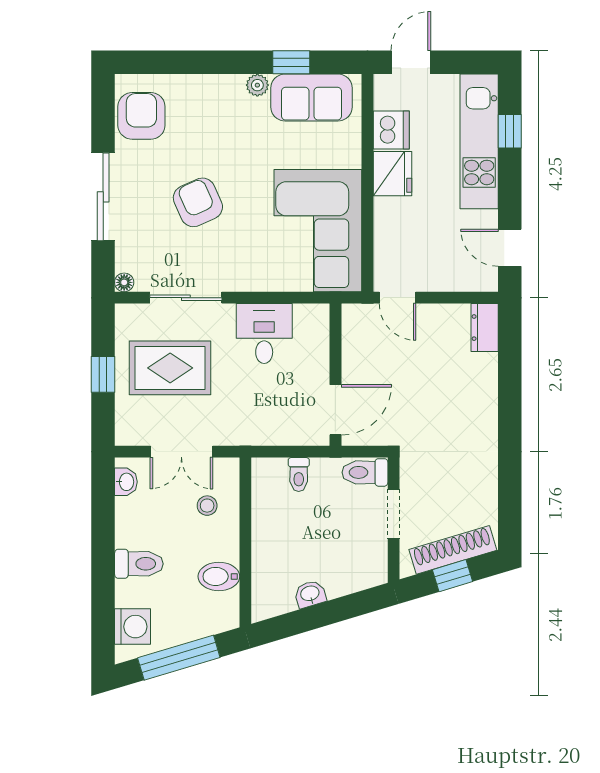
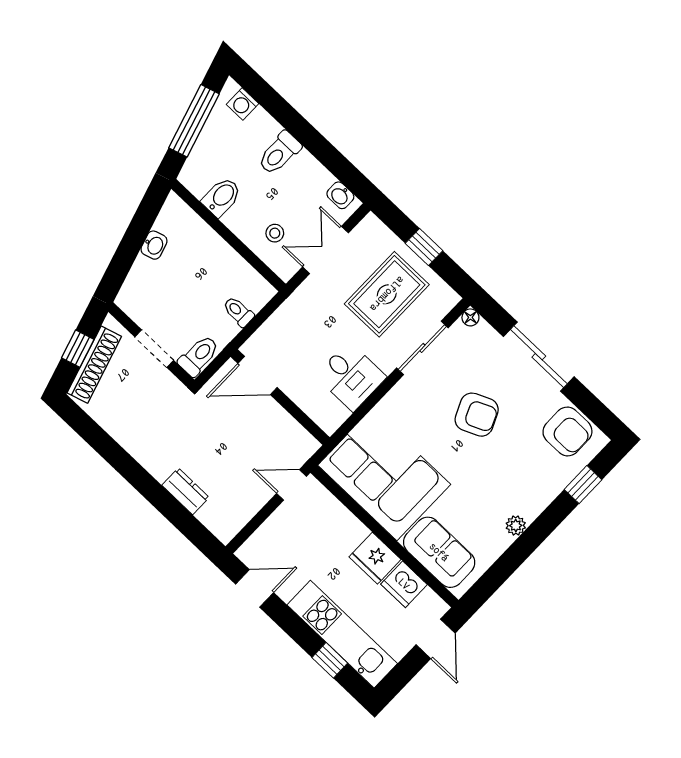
window: (291, 62) -> (583, 485), moved
sofa: (312, 97) -> (439, 552), moved, turned 90
dresser: (485, 328) -> (186, 491), moved
door: (335, 410) -> (257, 375), hinge flipped
washing machine: (133, 627) -> (243, 104), width x0.73, depth x0.73

